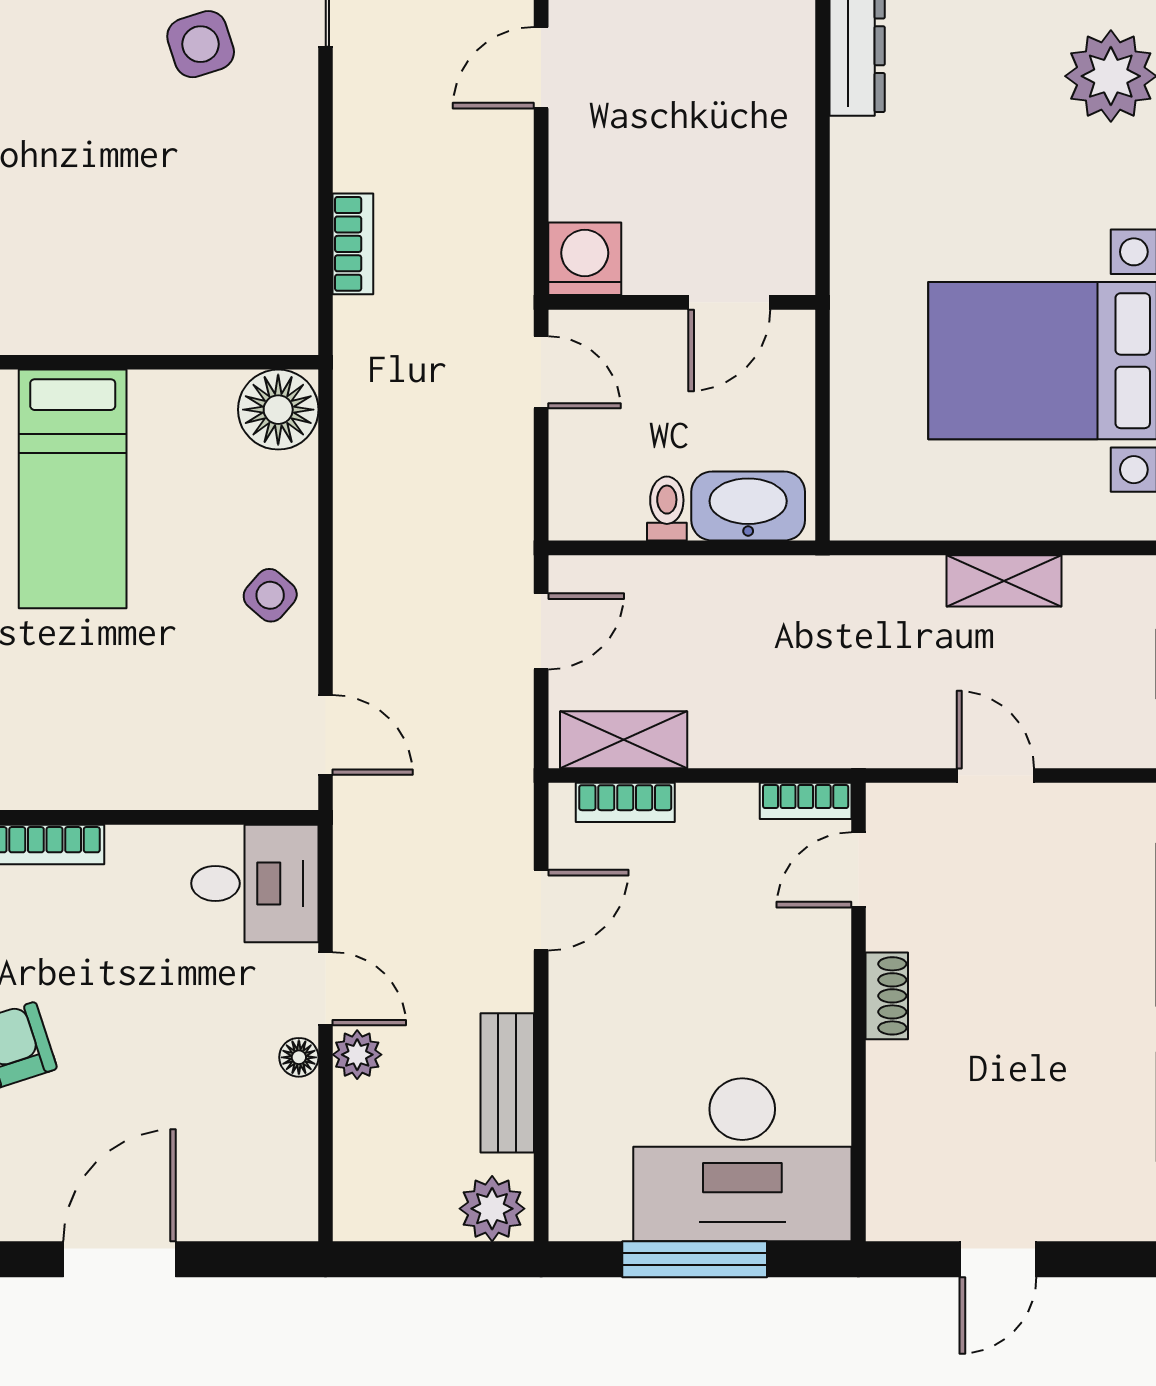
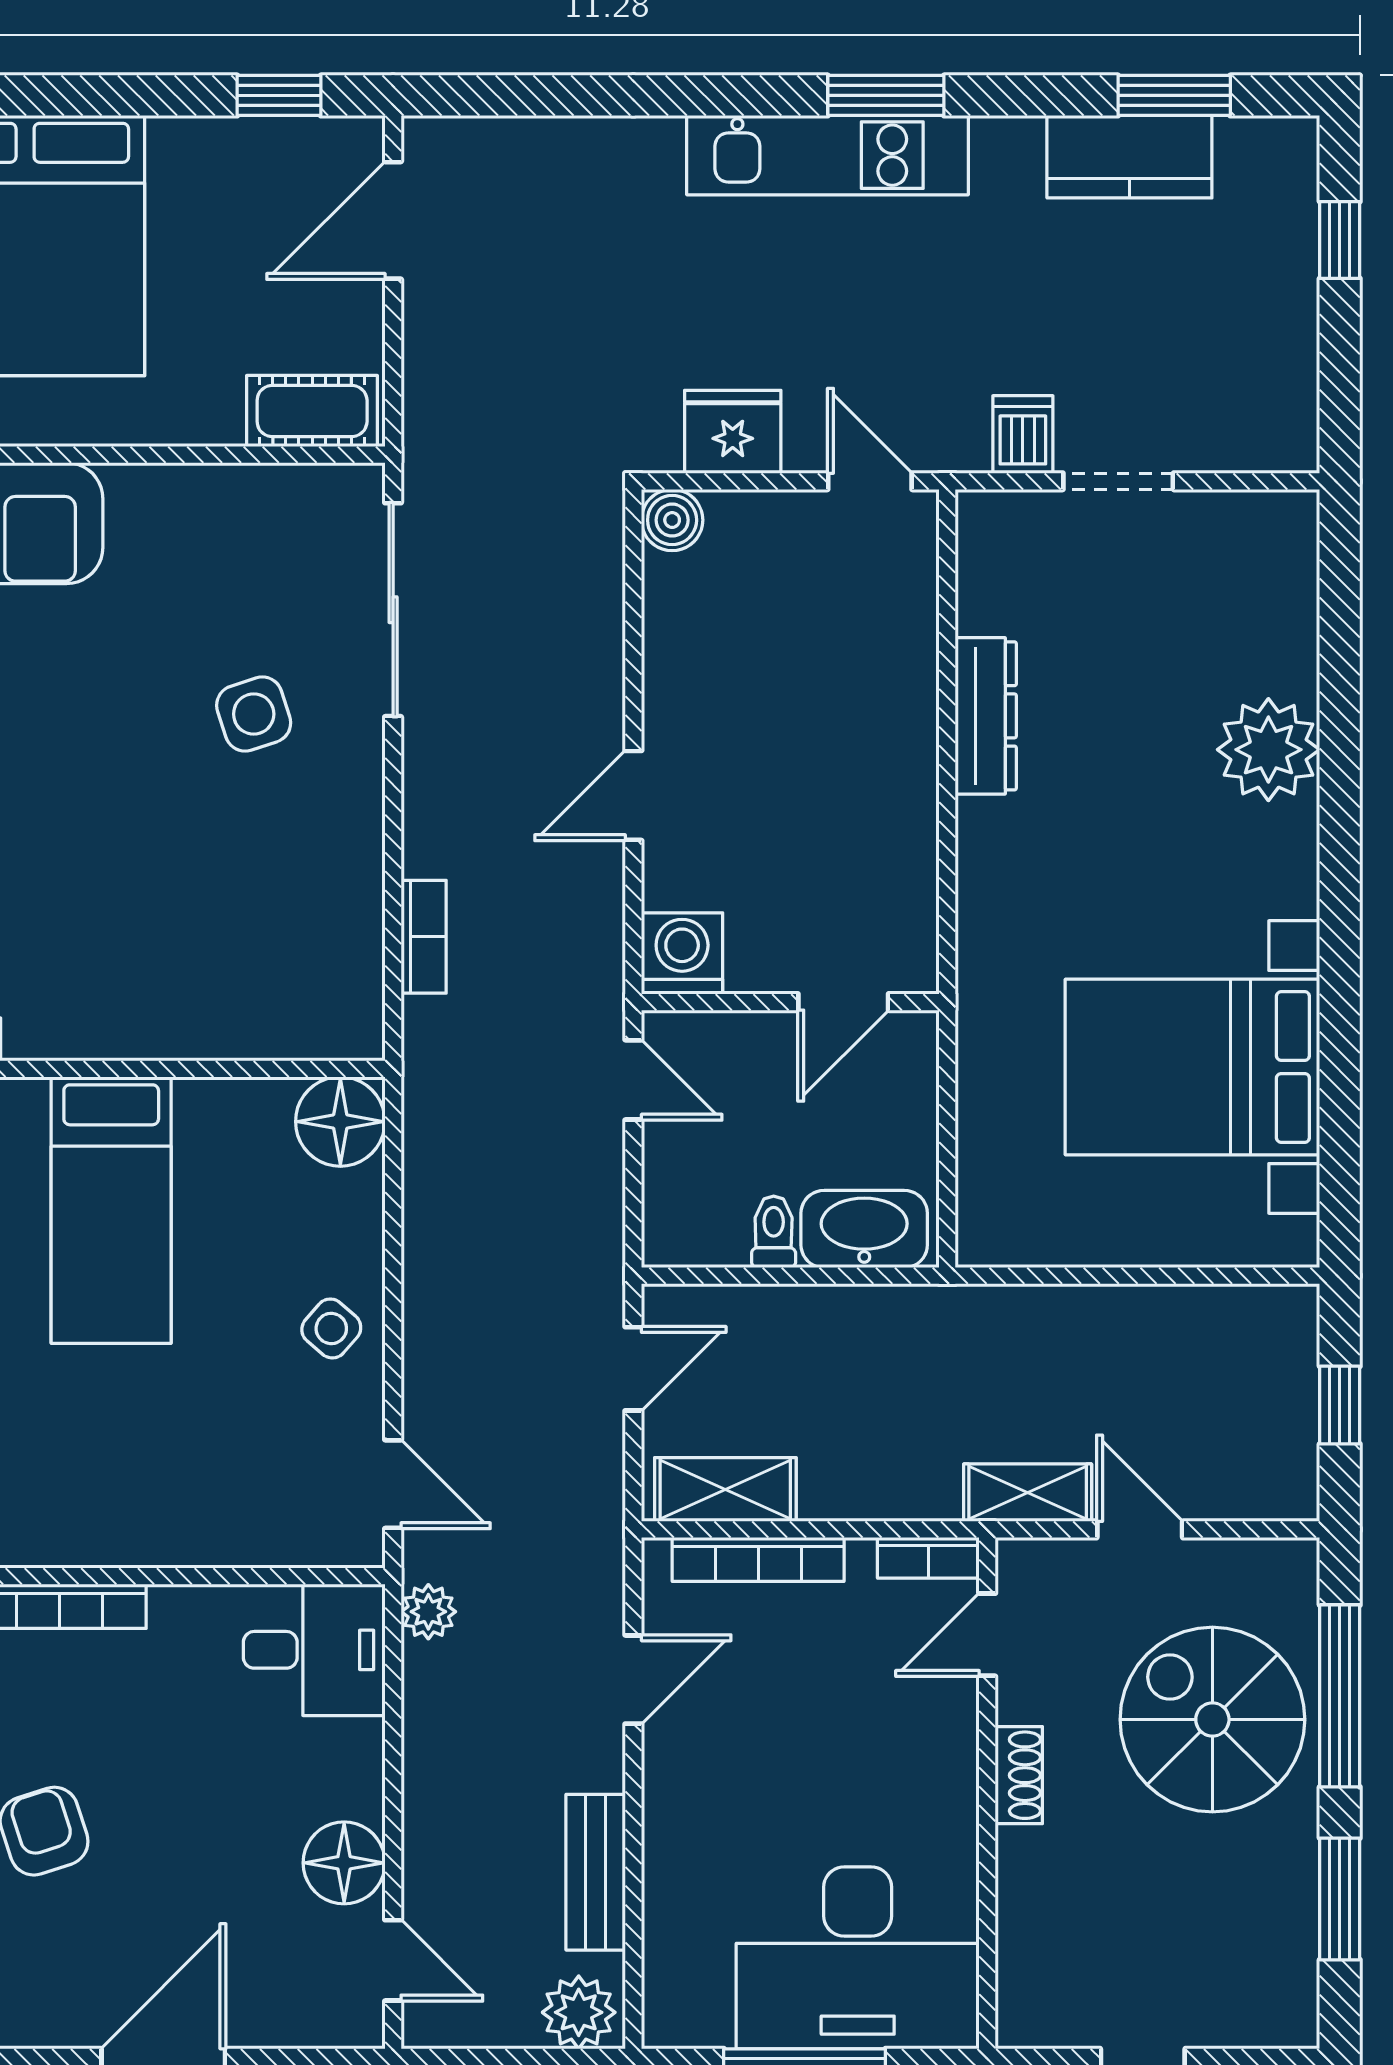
door: (541, 68) -> (633, 795), moved
shelving: (1004, 581) -> (1028, 1493), moved
bookcase: (625, 802) -> (758, 1559), width x1.56
spiral stairs: (1060, 946) -> (1212, 1720), added
door: (326, 989) -> (393, 1960), moved
plant: (357, 1055) -> (428, 1612), moved
floor lamp: (299, 1057) -> (344, 1863), width x1.89, depth x1.89

